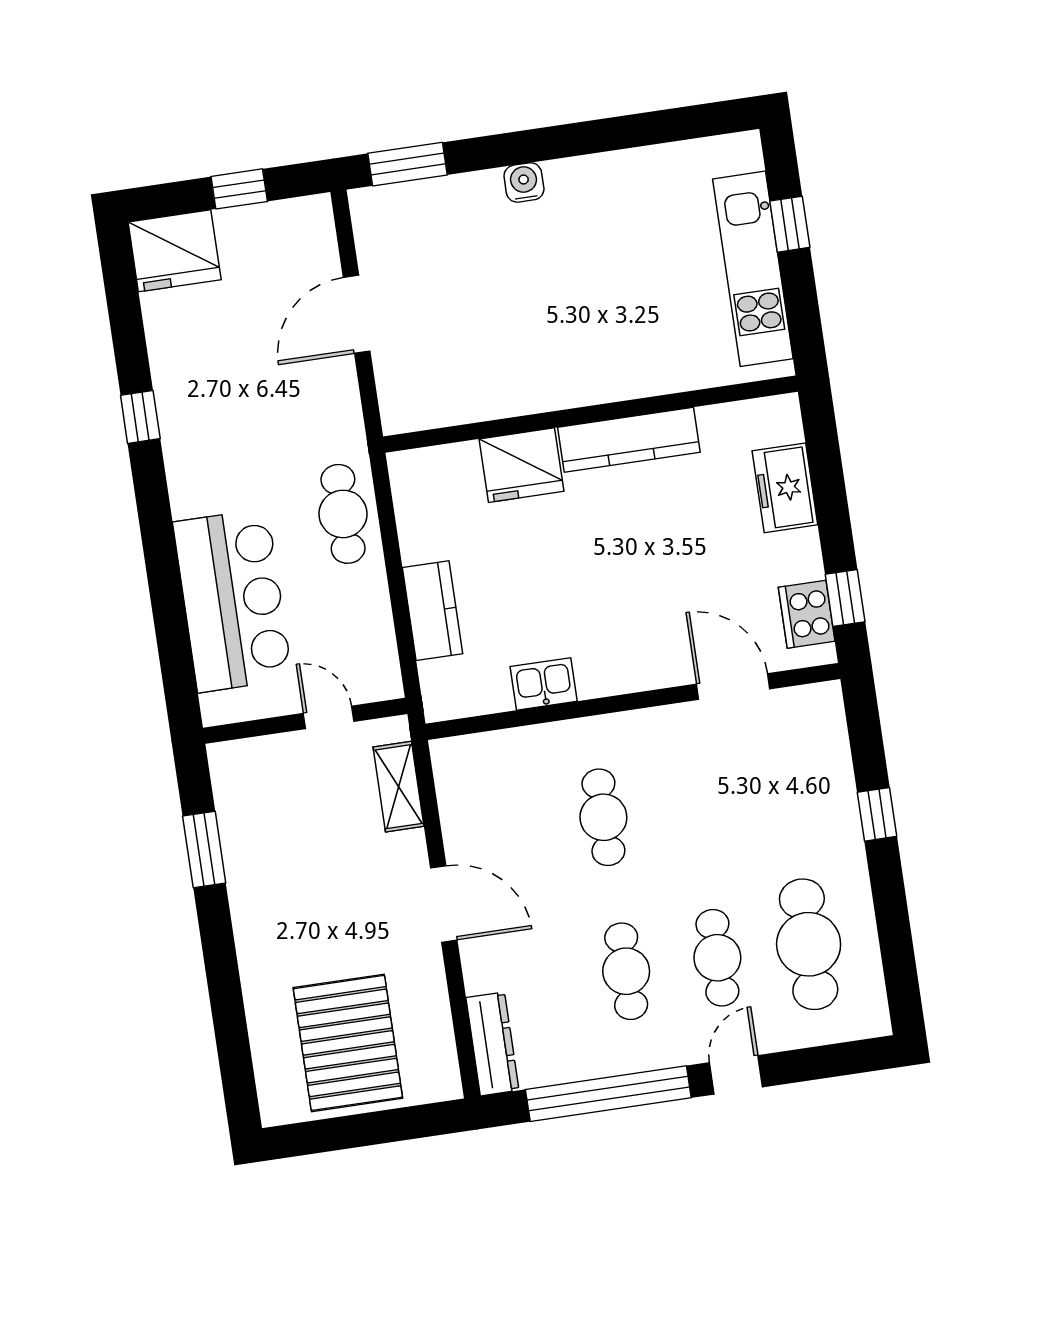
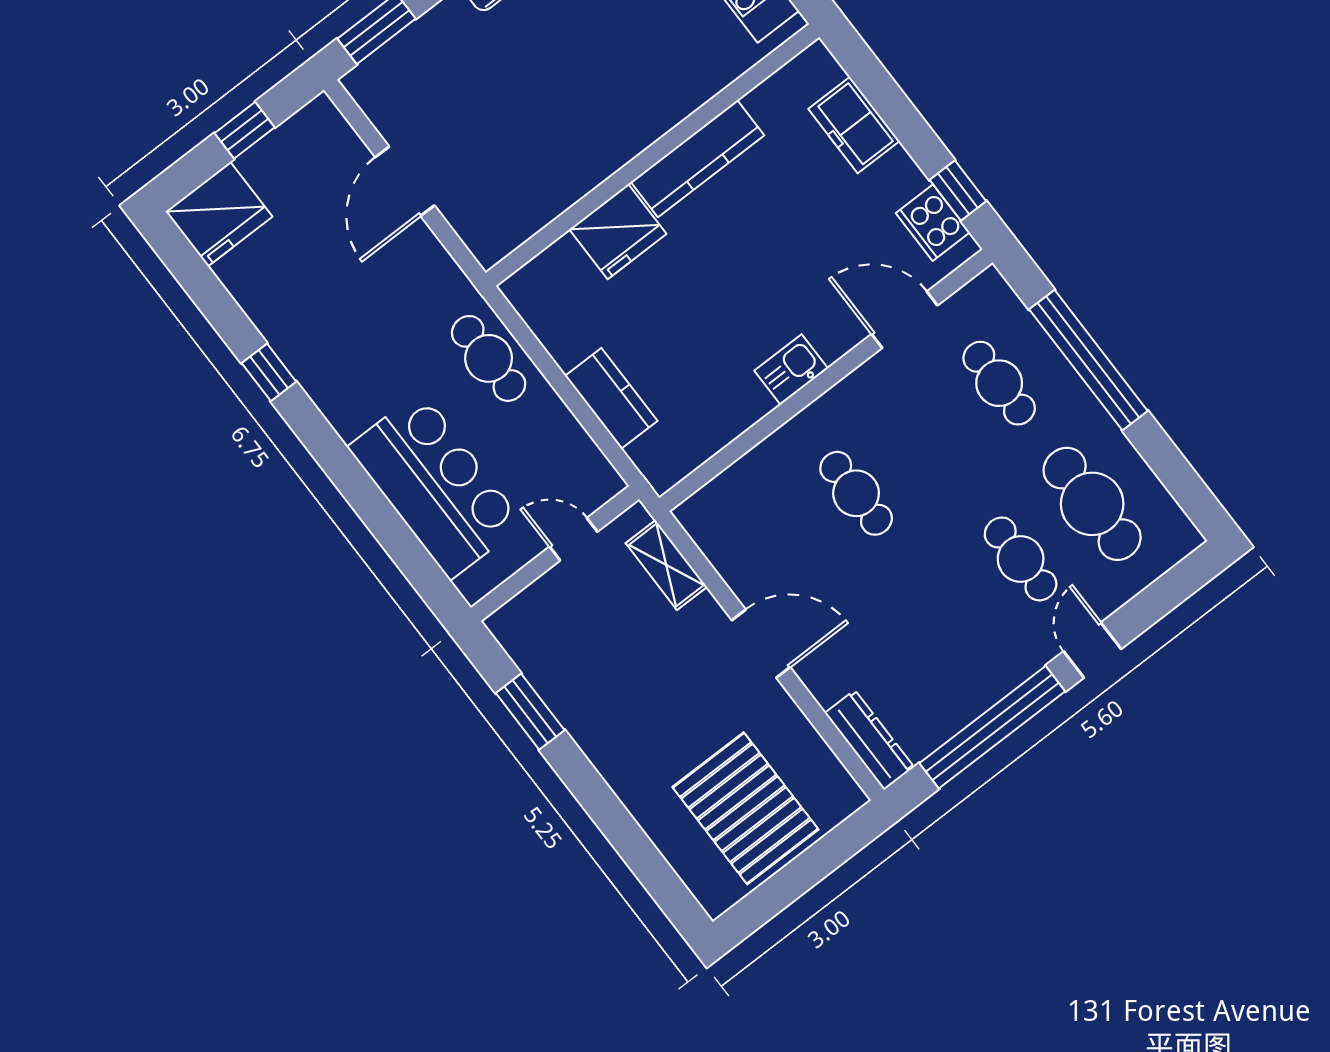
kitchen sink: (544, 684) -> (791, 369), moved
window: (877, 814) -> (1088, 360), width x3.17
cafe table: (626, 971) -> (999, 383), moved

